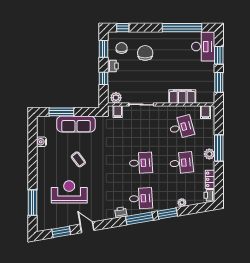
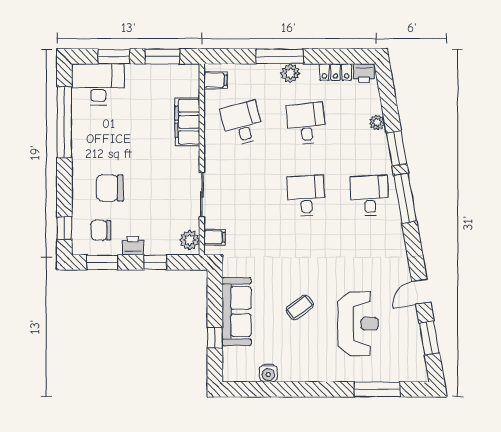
window: (61, 112) -> (215, 338), width x0.46
reception desk: (69, 192) -> (358, 324), turned 180
printer: (121, 212) -> (394, 231), removed

